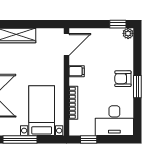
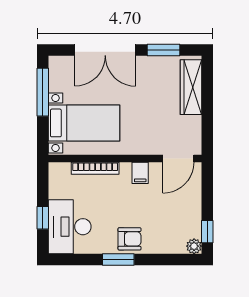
door: (67, 44) -> (178, 159), hinge flipped
armchair: (123, 79) -> (130, 239), turned 90
window: (89, 140) -> (43, 218), moved

